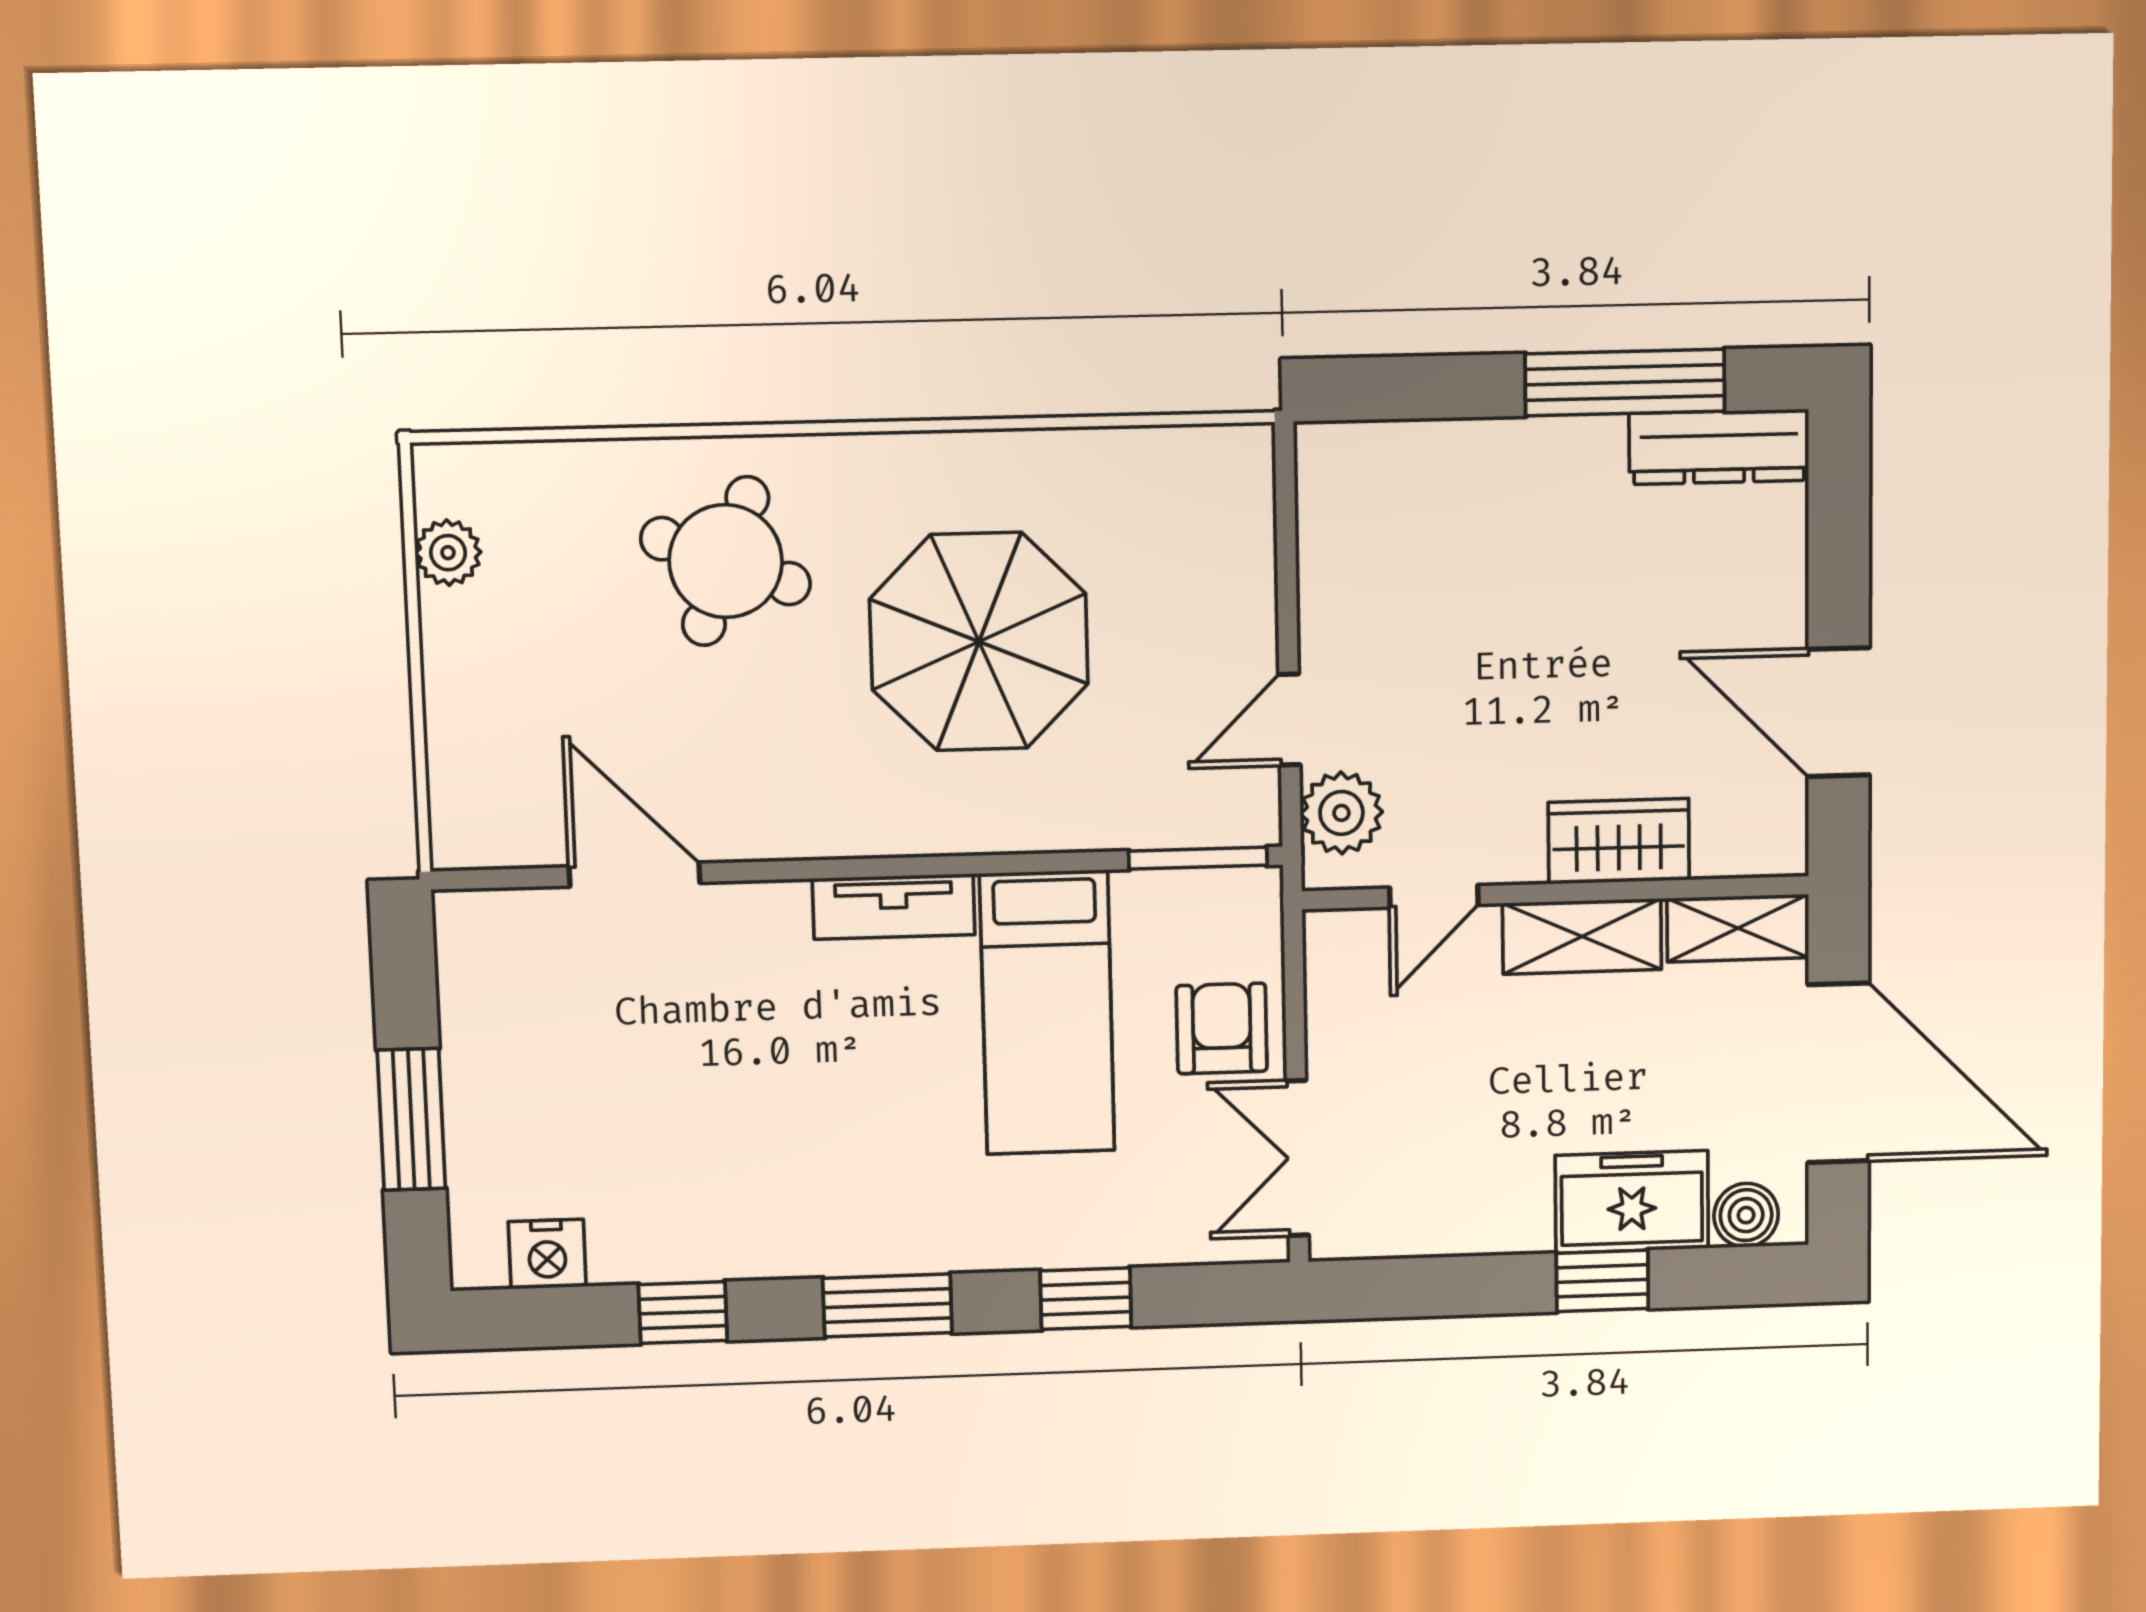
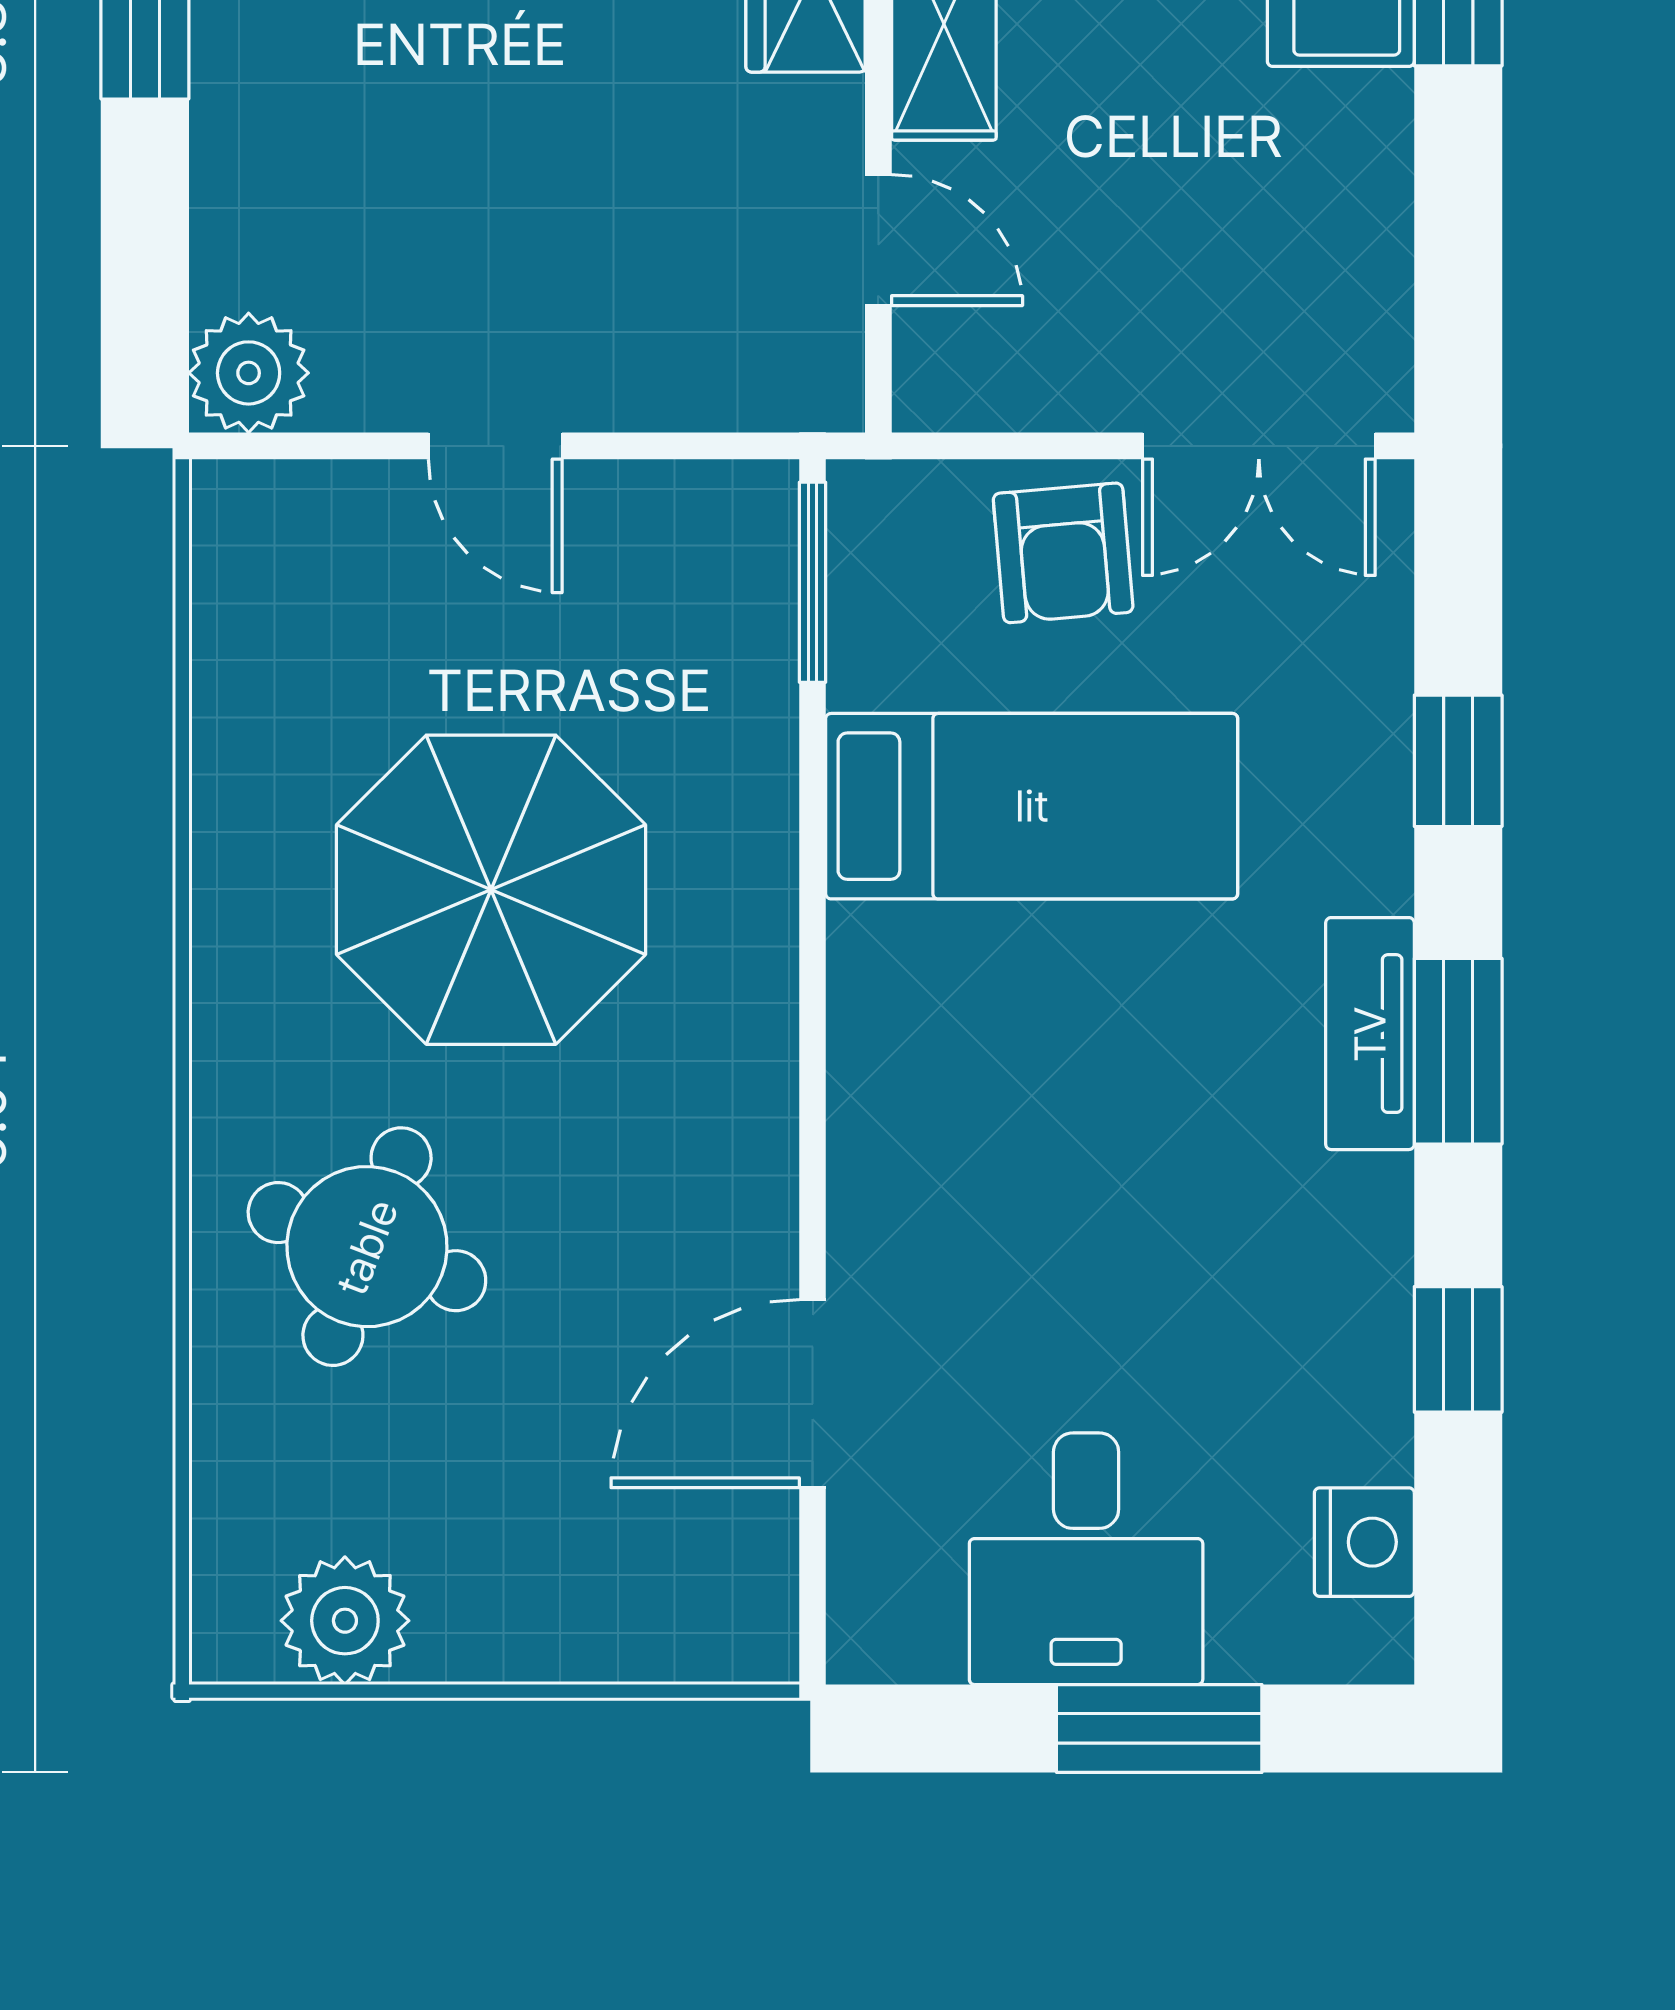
plant: (448, 553) -> (345, 1621), width x1.38, depth x1.38
door: (1289, 720) -> (495, 446), moved
plant: (1341, 813) -> (249, 373), moved
tv unit: (894, 907) -> (1370, 1034), moved, turned 180
armchair: (1222, 1028) -> (1063, 553), turned -95
desk: (527, 1066) -> (1086, 1559), added

